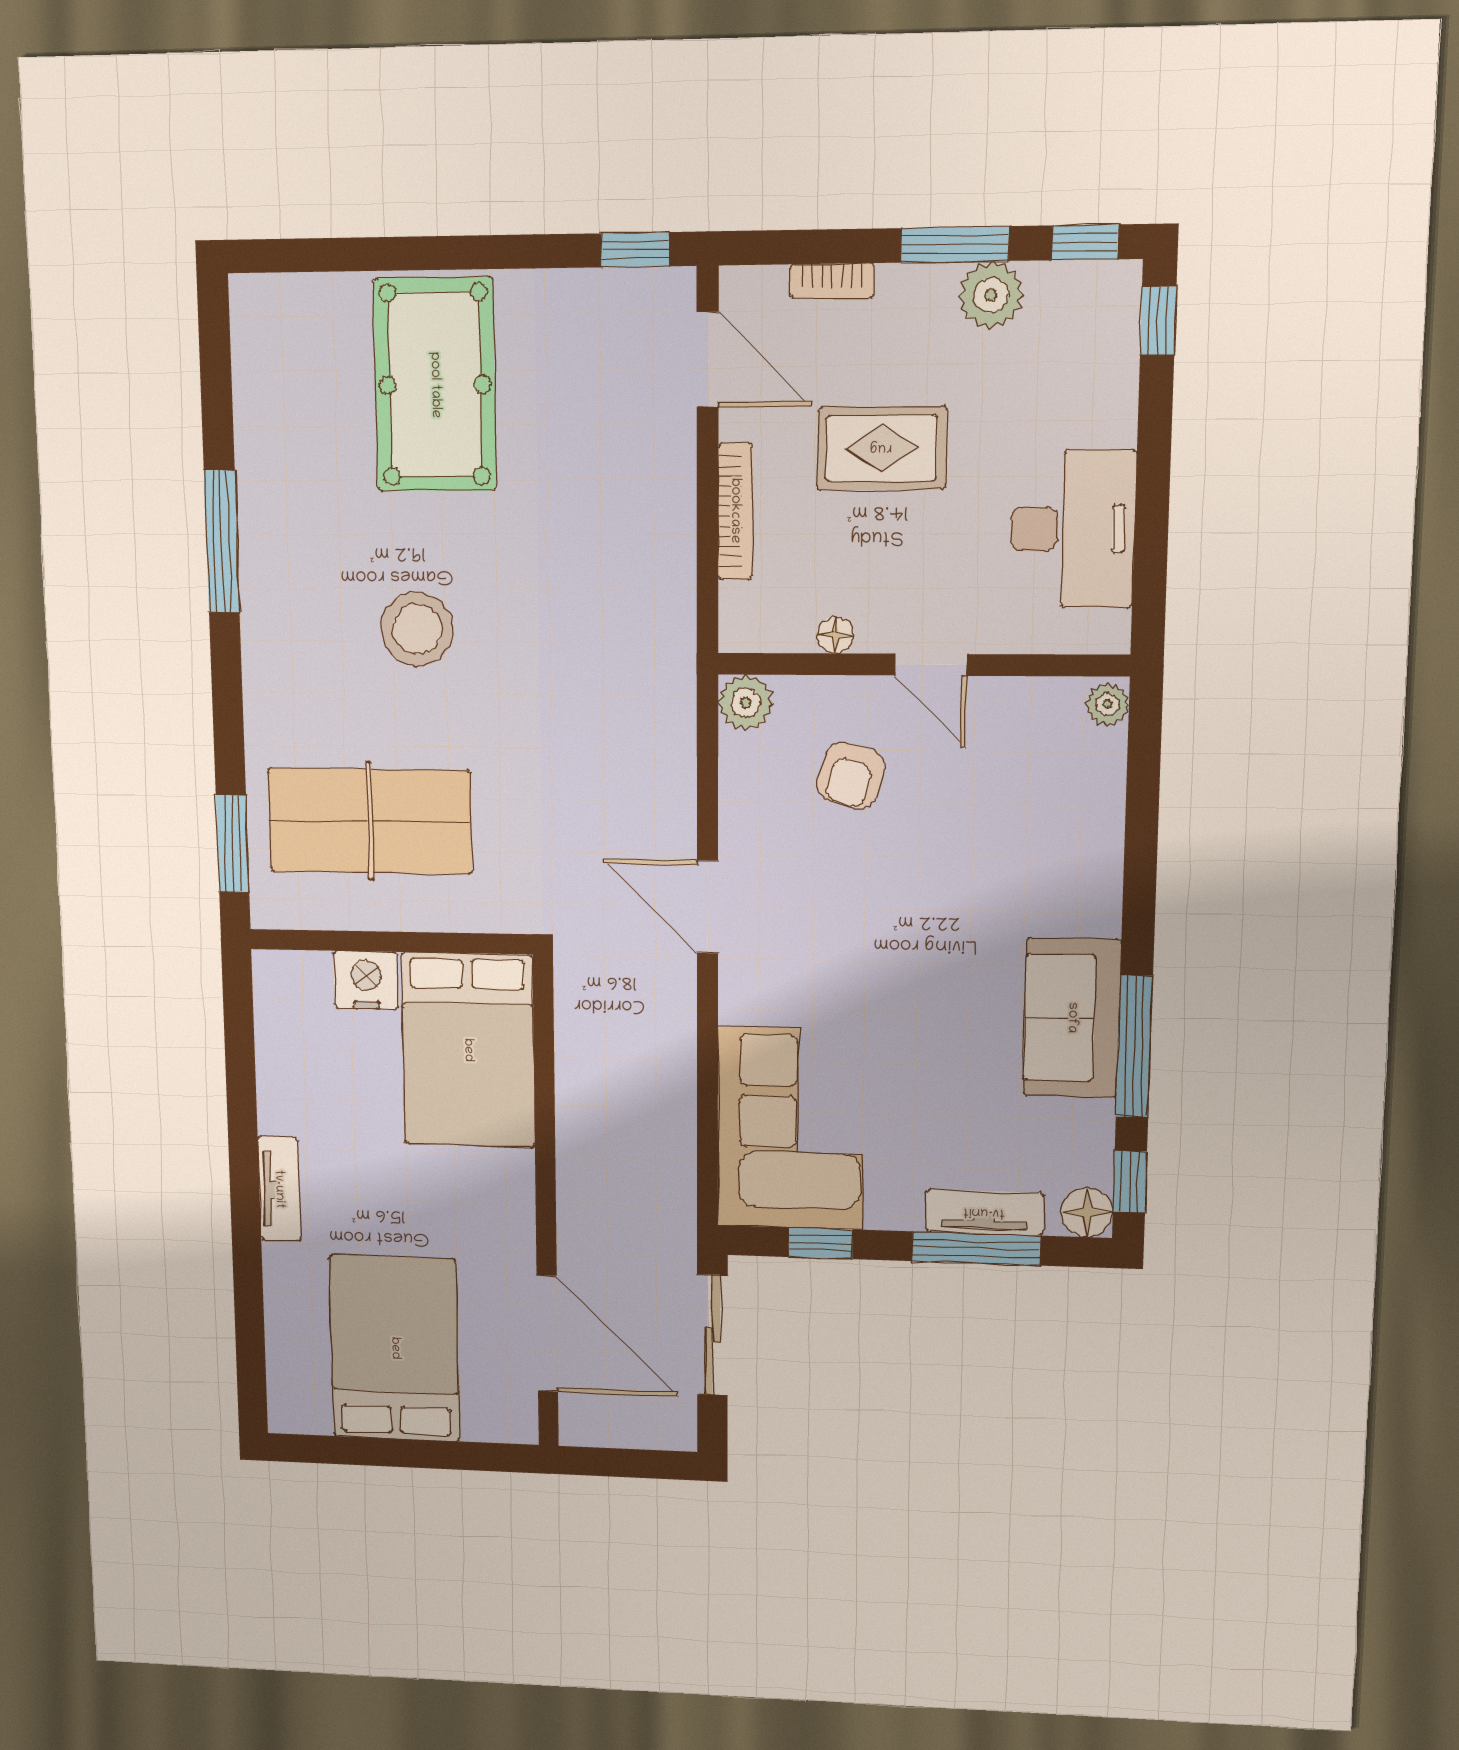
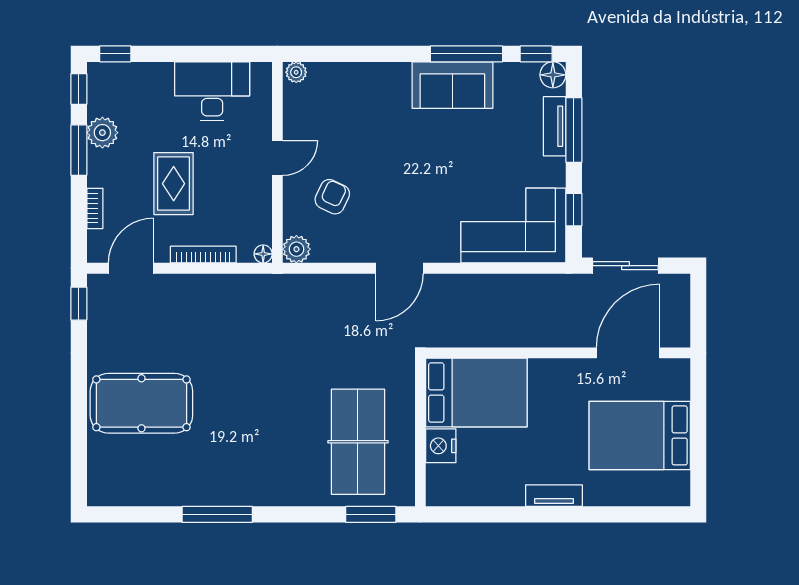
stool: (417, 629) -> (261, 415), removed
floor lamp: (835, 635) -> (263, 254), moved
armchair: (851, 776) -> (332, 197), turned -82

